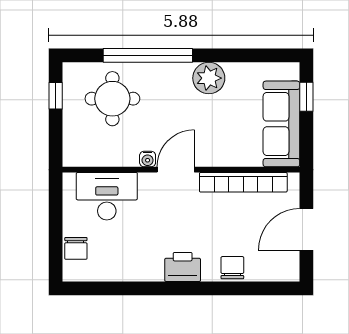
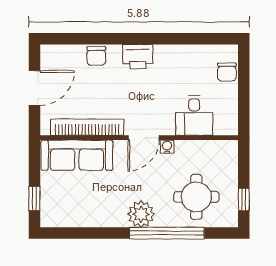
plant: (209, 78) -> (141, 214), moved
sofa: (281, 124) -> (77, 155), moved, turned 90
desk: (107, 196) -> (194, 116), width x0.73
chair: (76, 248) -> (227, 72), turned 180

